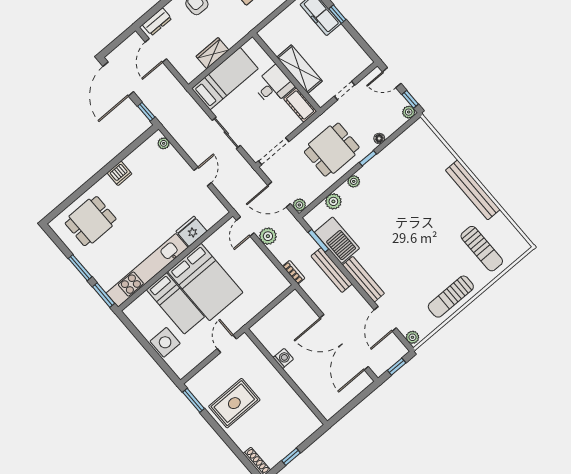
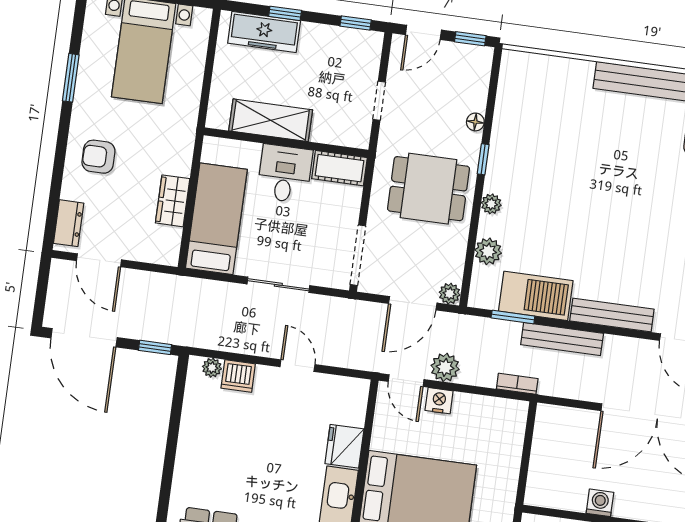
window: (365, 47) -> (356, 23), added
shelving: (299, 69) -> (271, 120), moved
plant: (409, 112) -> (483, 56), removed
dining table: (332, 150) -> (429, 189), turned 90
dishwasher: (119, 173) -> (238, 376), moved, turned 90
nightstand: (252, 249) -> (439, 401), added

